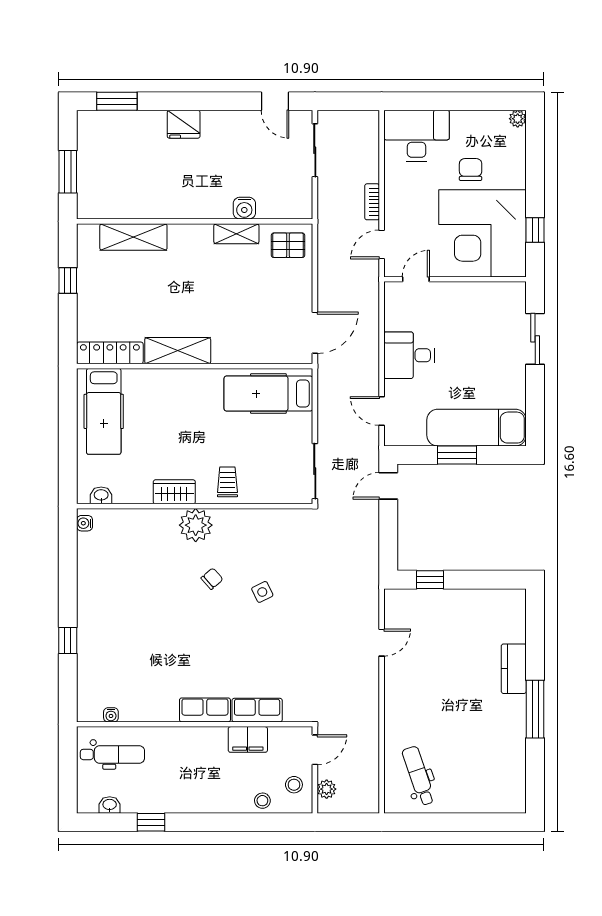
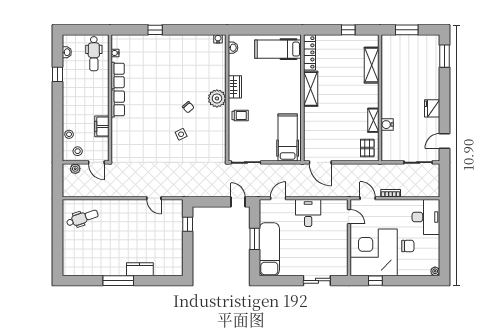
fridge: (184, 124) -> (432, 108), moved
row of seats: (257, 710) -> (118, 75), moved

